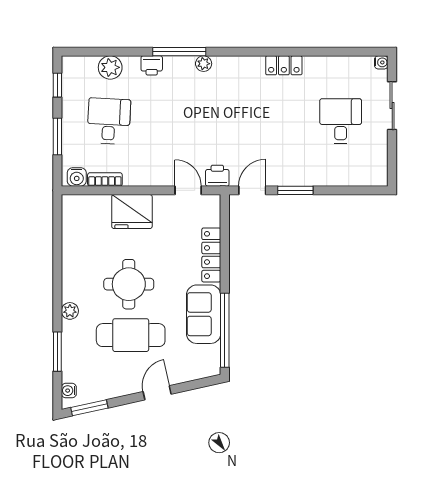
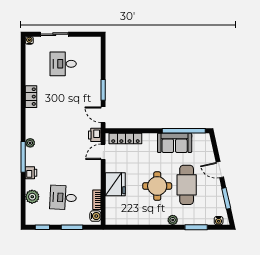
locker: (211, 255) -> (125, 138), moved
window: (89, 408) -> (226, 198), moved

